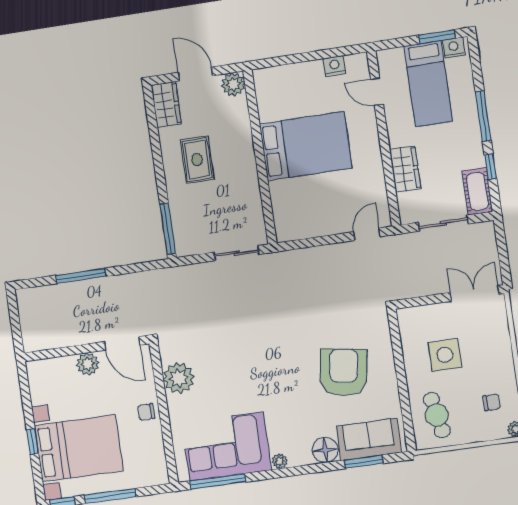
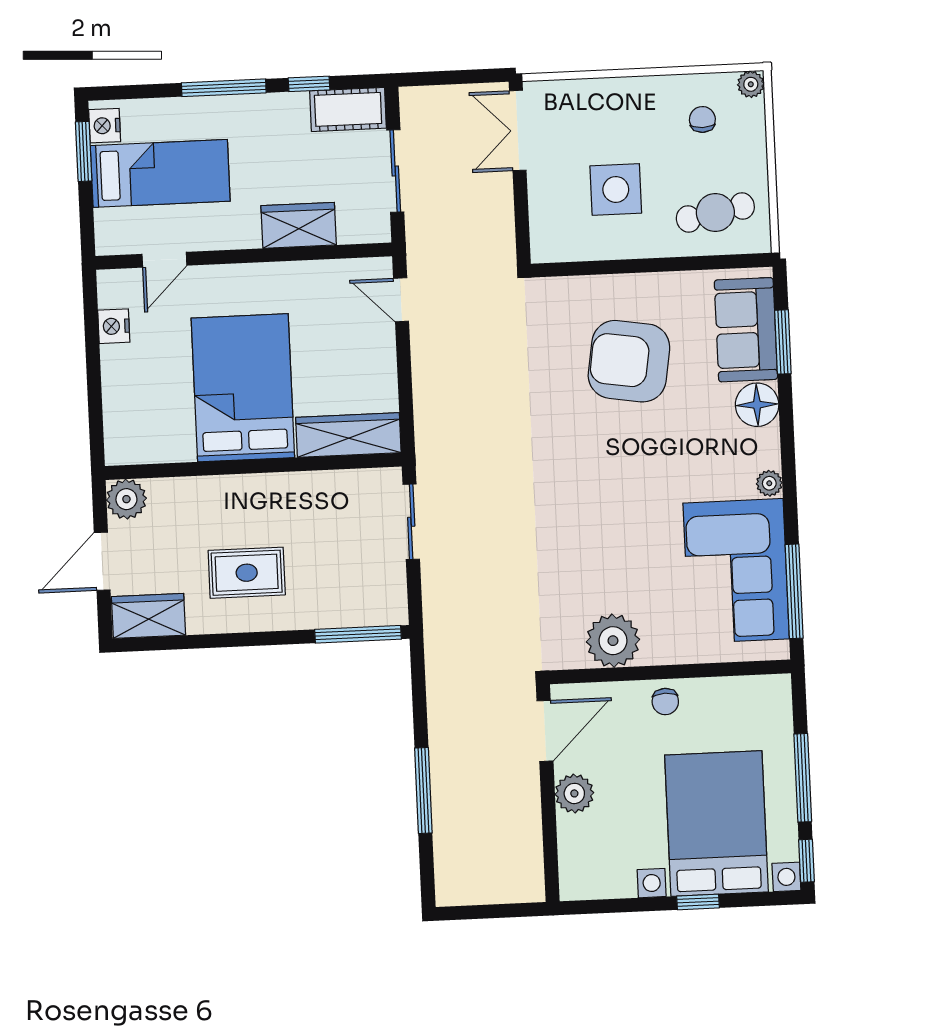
wardrobe: (284, 211) -> (348, 435), added

